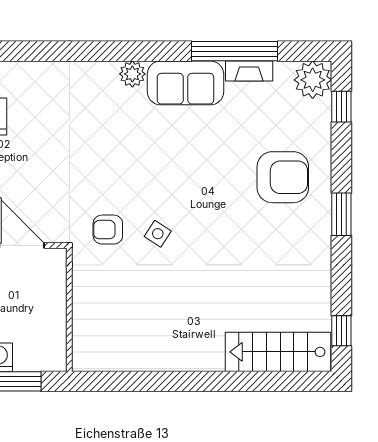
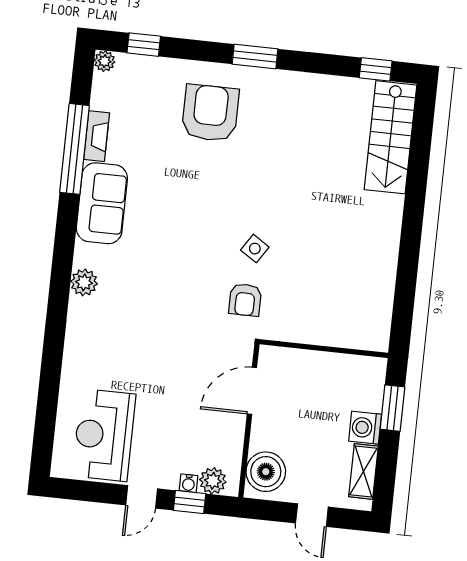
plant: (132, 74) -> (84, 282), moved
plant: (313, 80) -> (105, 61), width x0.53, depth x0.53

